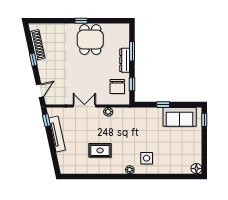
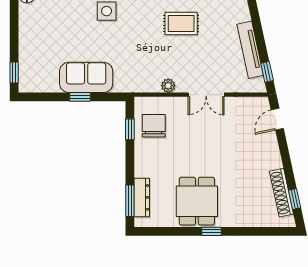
window: (132, 51) -> (130, 201), moved
window: (33, 60) -> (295, 199), moved
dresser: (125, 60) -> (142, 197), moved
sofa: (180, 117) -> (86, 77), moved

